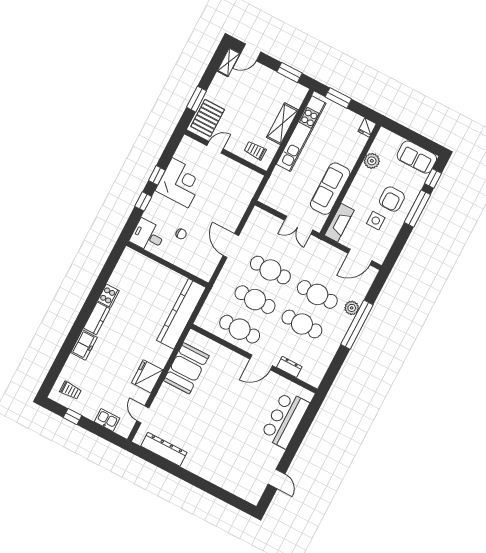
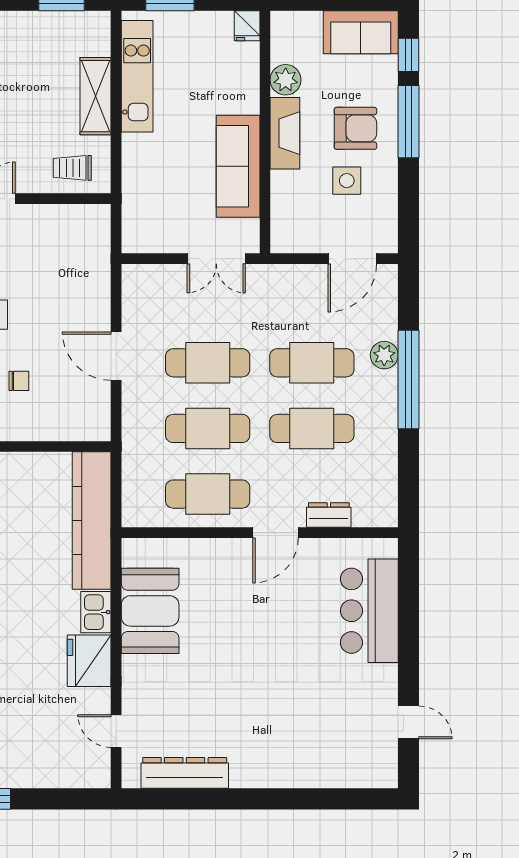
kitchen unit: (301, 134) -> (137, 76), width x0.73
armchair: (392, 199) -> (355, 128), turned -90
fireplace: (339, 223) -> (285, 133), moved
kitchen sink: (107, 420) -> (96, 612), moved, turned -90

